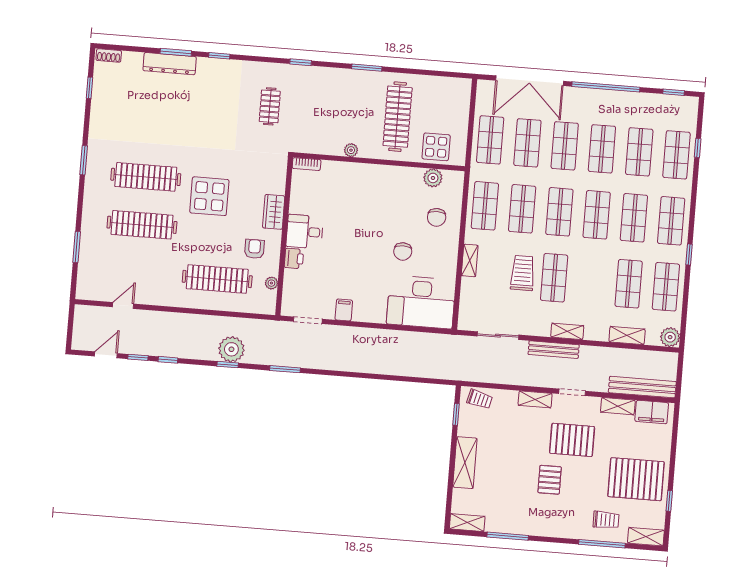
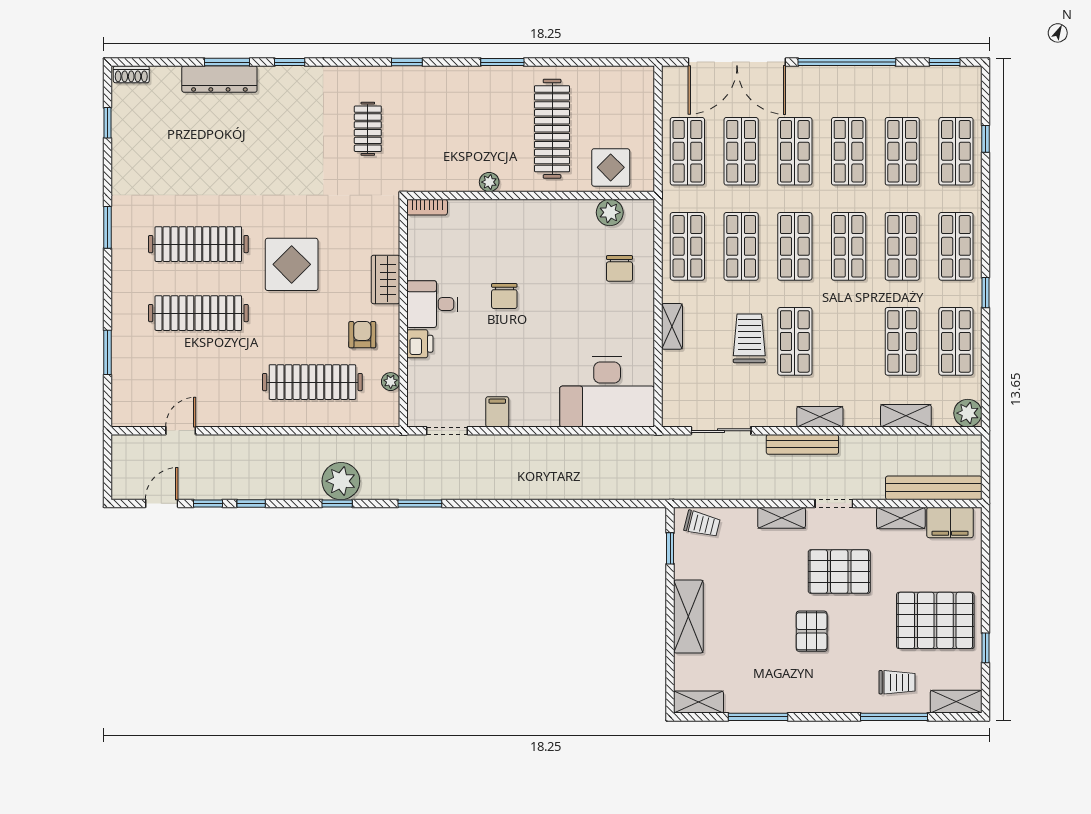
chair: (403, 251) -> (504, 296), moved

